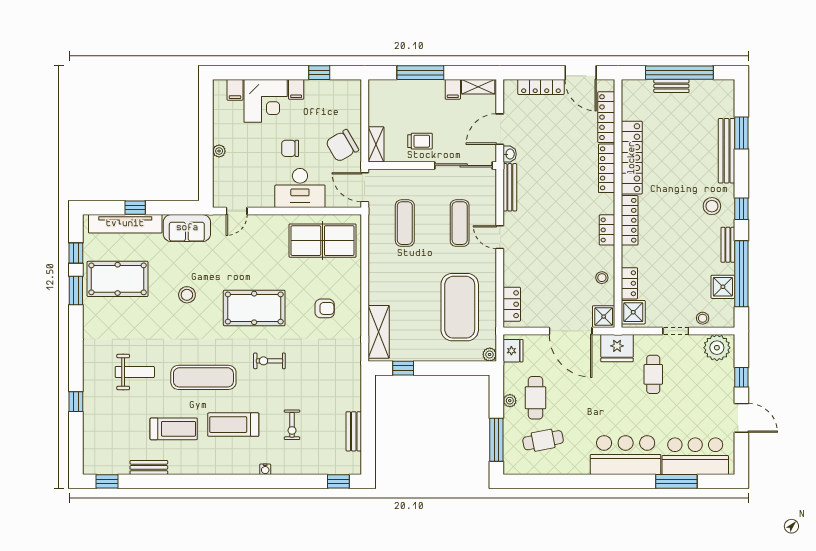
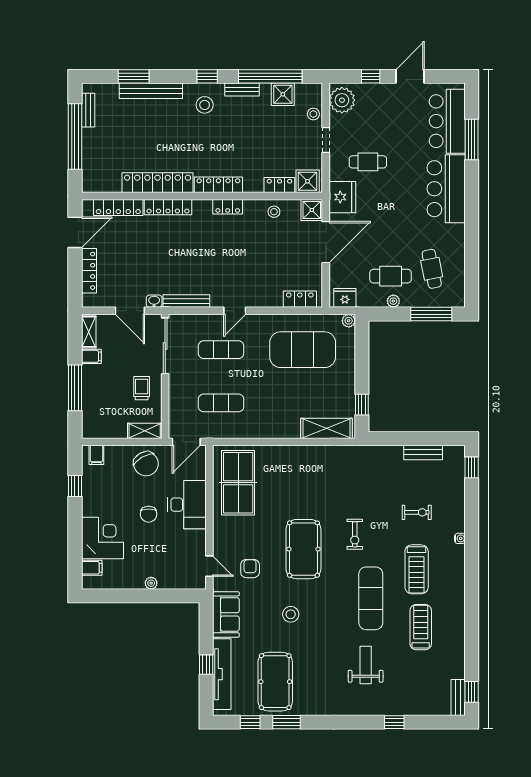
bench: (671, 86) -> (88, 110), moved
filing cabinet: (296, 89) -> (96, 455), moved, turned 90
armchair: (325, 308) -> (250, 569), moved
bench: (149, 467) -> (458, 697), moved

